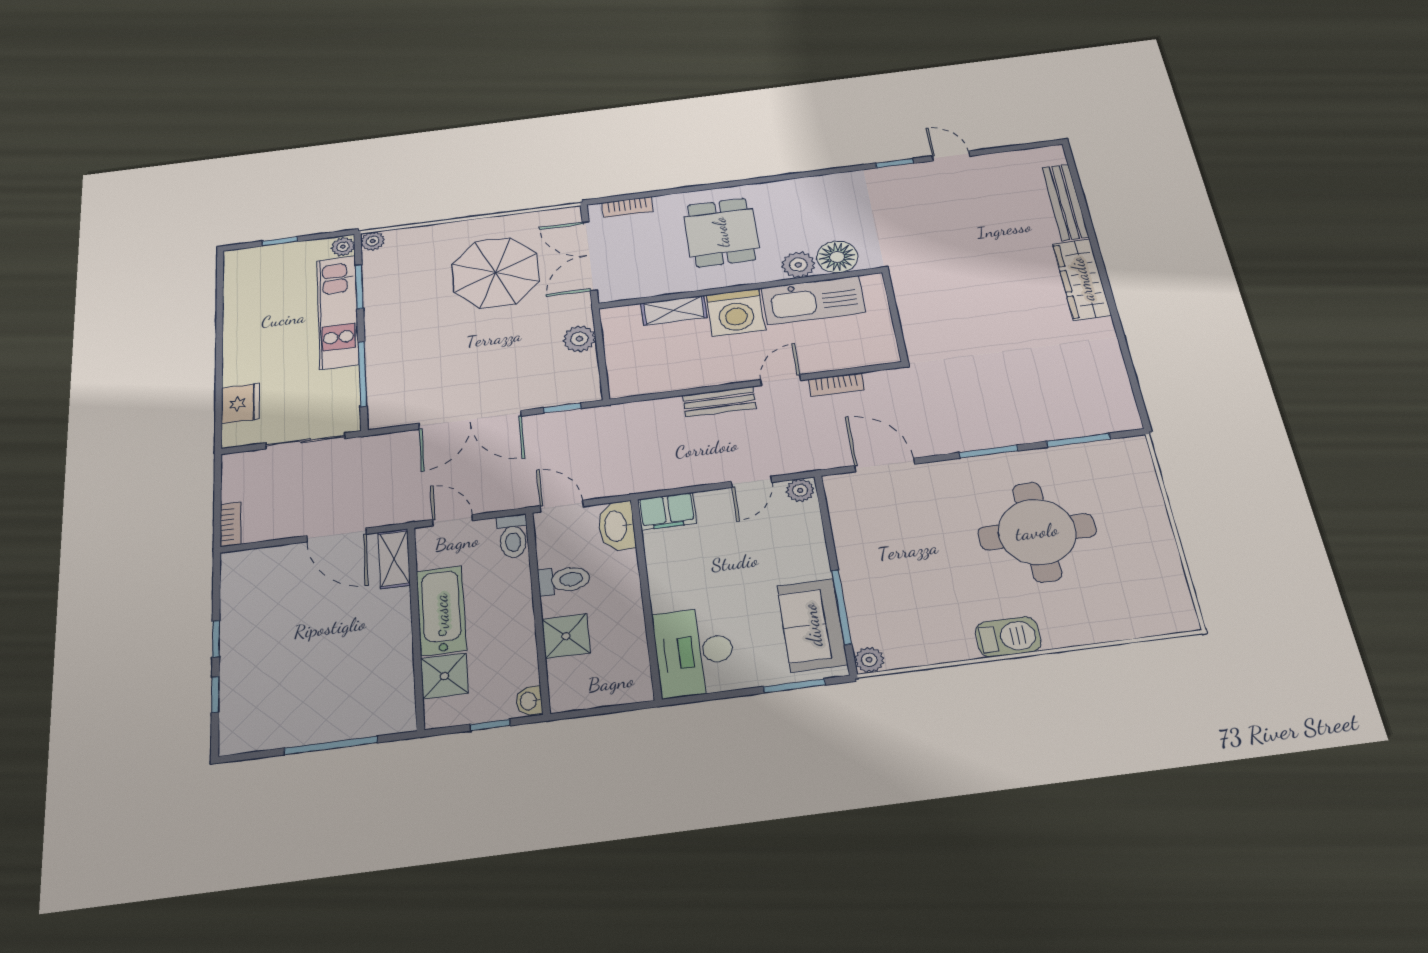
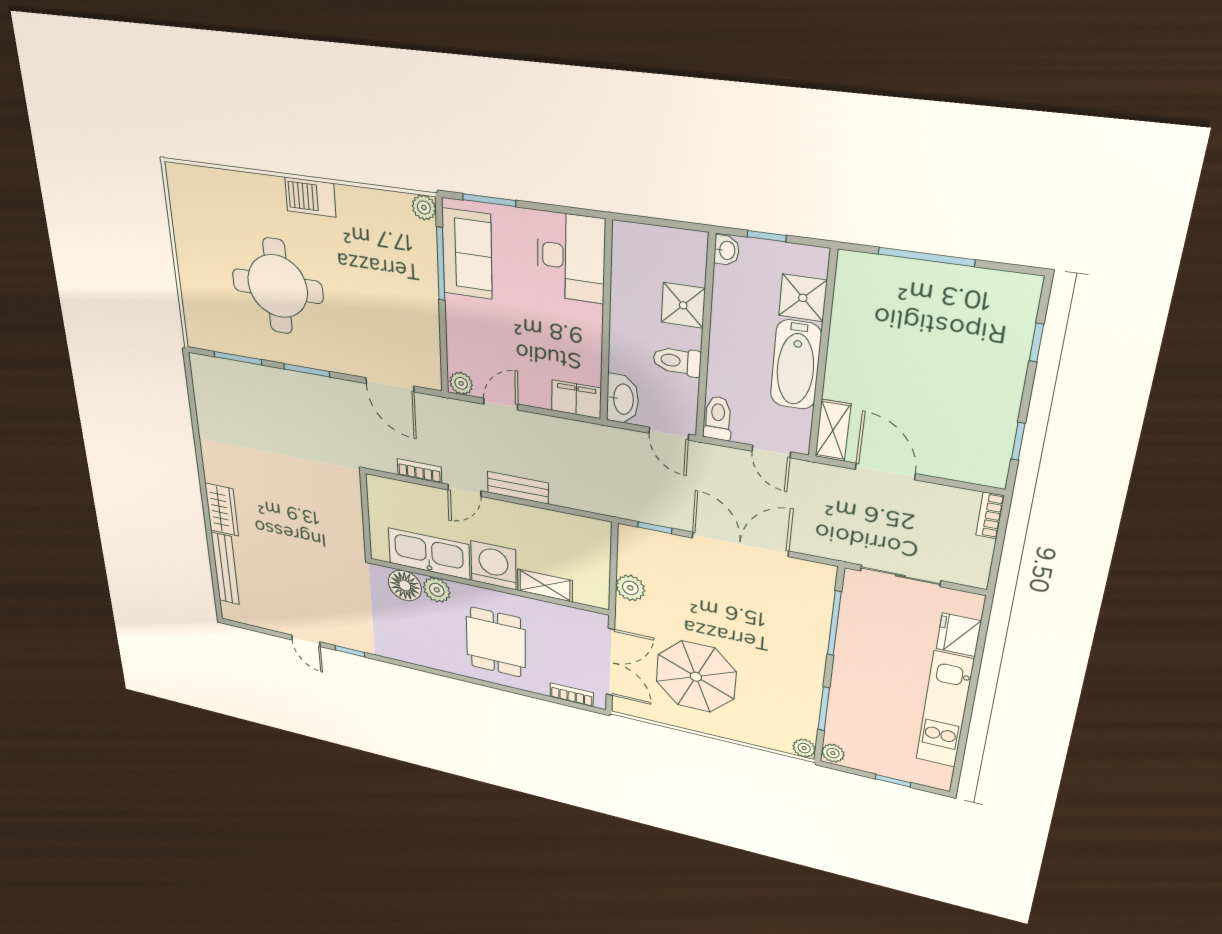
wardrobe: (1082, 279) -> (222, 510), width x0.67
kitchen unit: (338, 312) -> (945, 710), moved, turned 180
window: (216, 639) -> (1018, 441), moved

